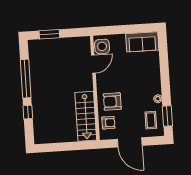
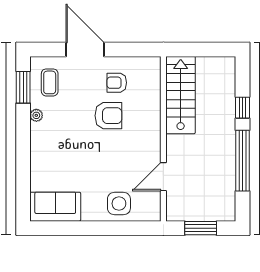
door: (93, 64) -> (163, 177), moved
wall: (95, 88) -> (163, 139), moved
stairs: (86, 116) -> (181, 95), moved

